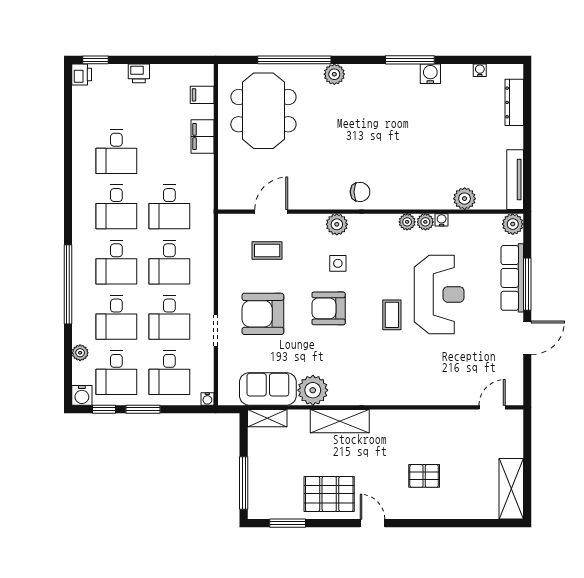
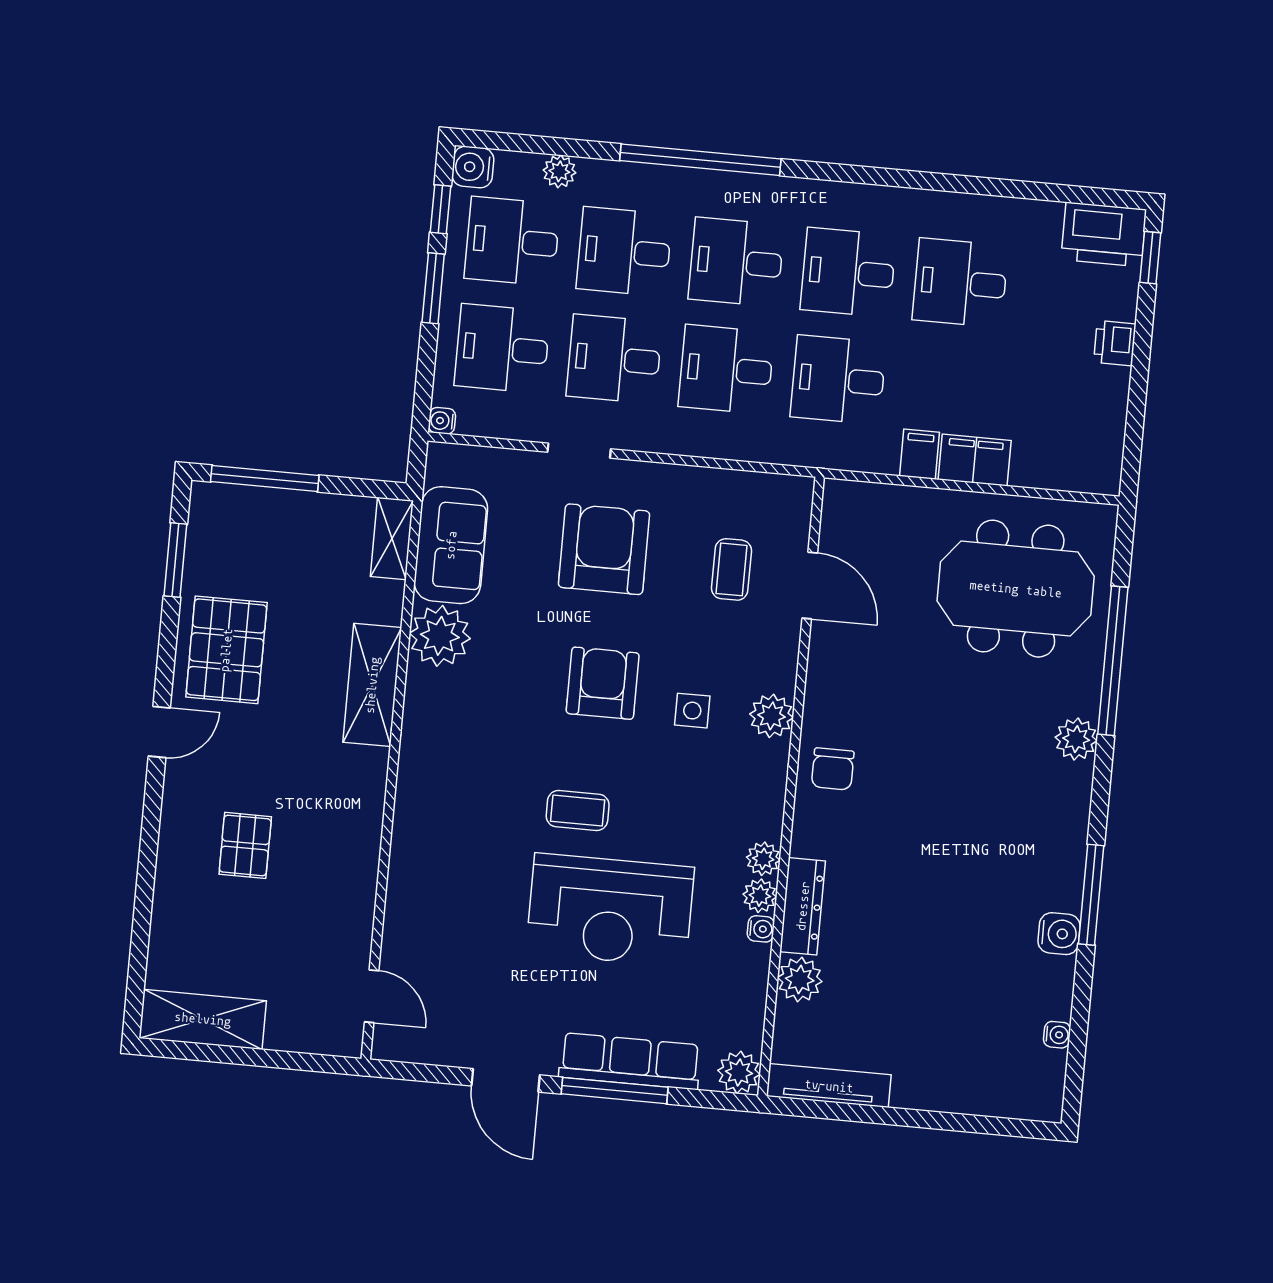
printer: (82, 74) -> (1104, 234), width x1.87, depth x1.48
filing cabinet: (202, 95) -> (919, 454), moved
dresser: (514, 102) -> (803, 906), moved, turned 90

